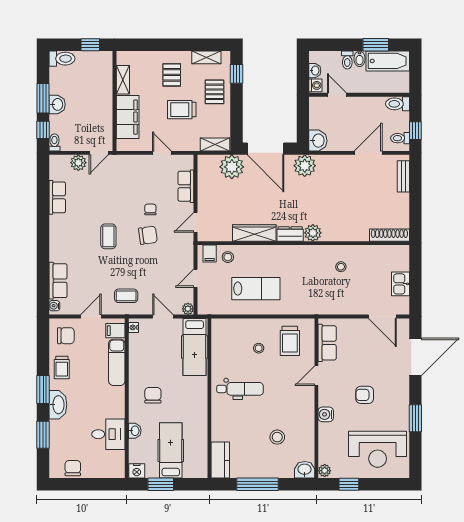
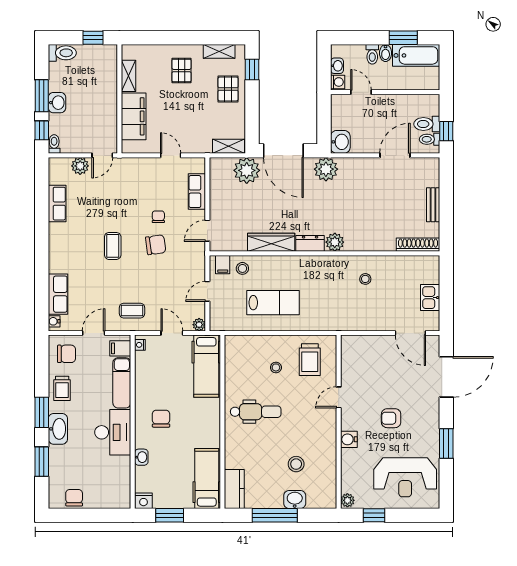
toilet: (397, 104) -> (427, 124), moved
trolley: (182, 110) -> (192, 108), removed
bench: (403, 176) -> (433, 205), moved
row of seats: (327, 343) -> (350, 362), removed
desk: (108, 434) -> (113, 432), moved, width x1.37
hospital bed: (171, 450) -> (207, 479), moved
washbasin: (305, 470) -> (295, 499), moved

